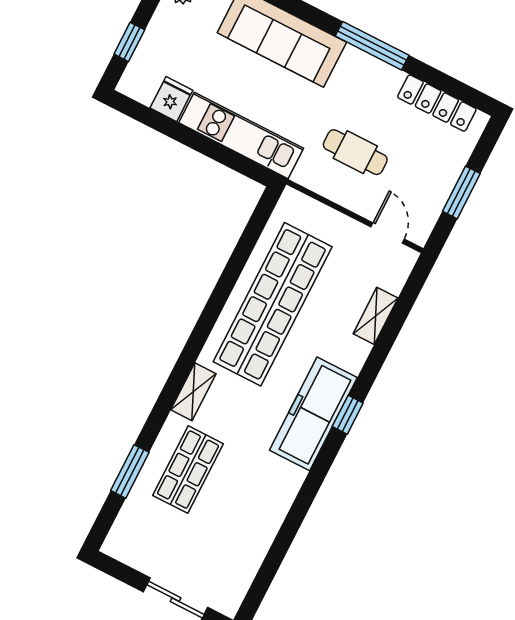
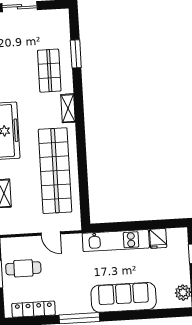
cafe table: (355, 152) -> (23, 268), moved
door: (388, 233) -> (51, 234), moved

